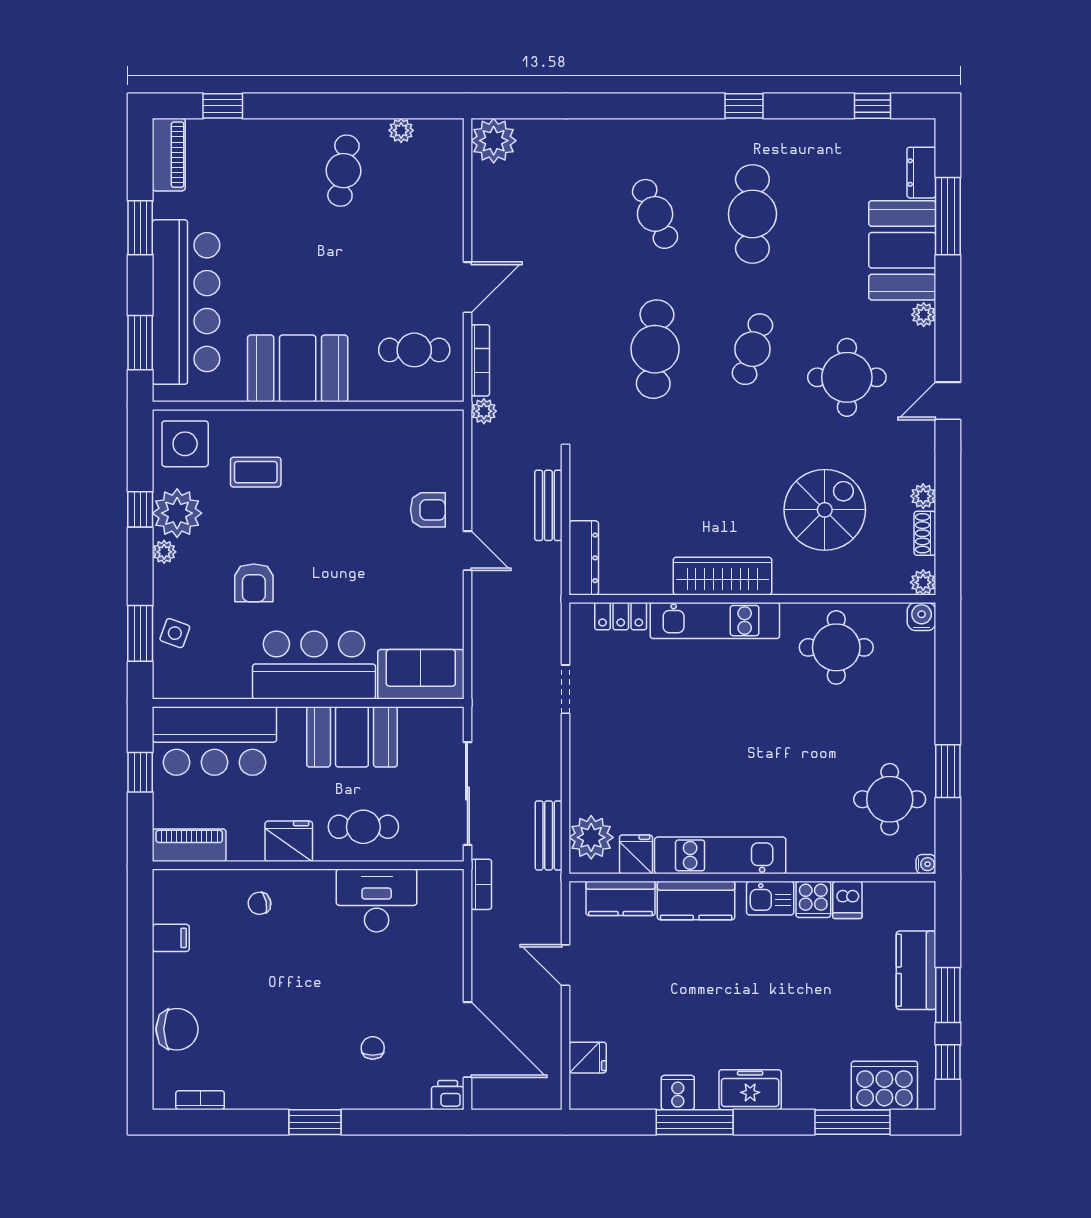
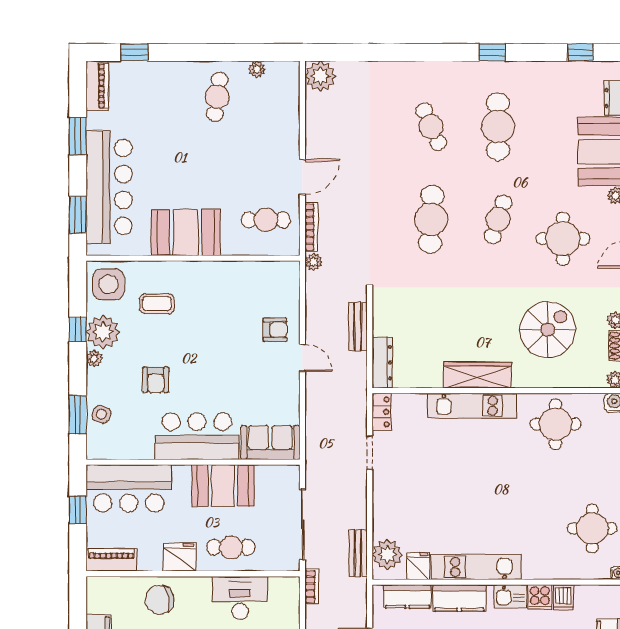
locker: (621, 616) -> (382, 412), moved, turned -90
chair: (259, 903) -> (160, 600), width x1.87, depth x1.87

